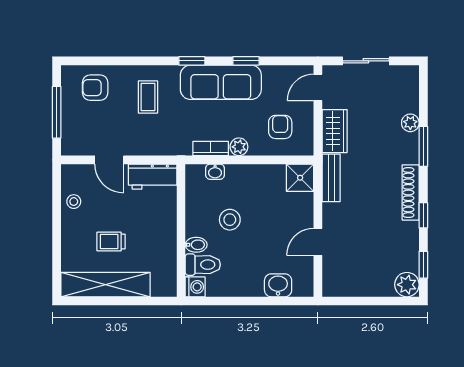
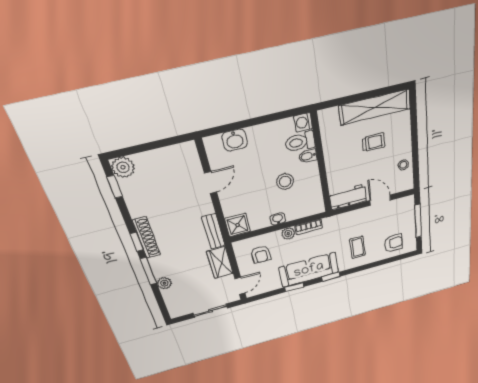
washbasin: (215, 172) -> (278, 219), moved
window: (423, 215) -> (137, 242), moved

